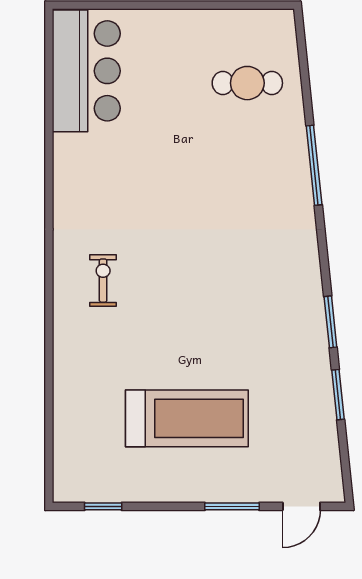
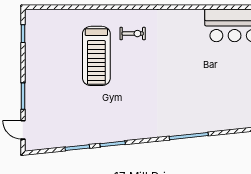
cafe table: (247, 83) -> (229, 104), removed
treadmill: (187, 418) -> (96, 56), moved

